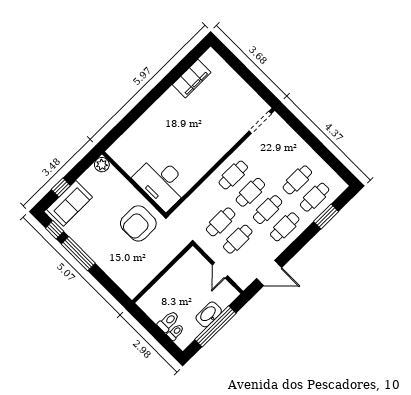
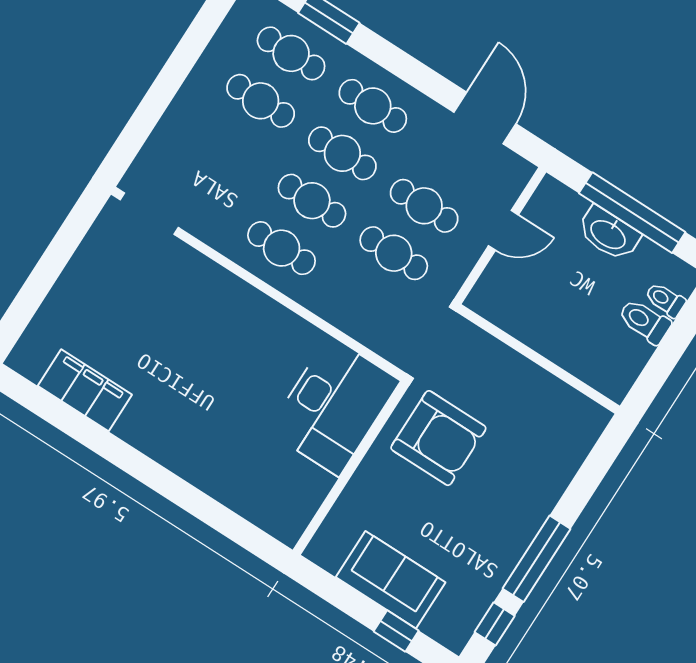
plant: (102, 165) -> (324, 550), removed
sofa: (70, 203) -> (391, 580), moved

